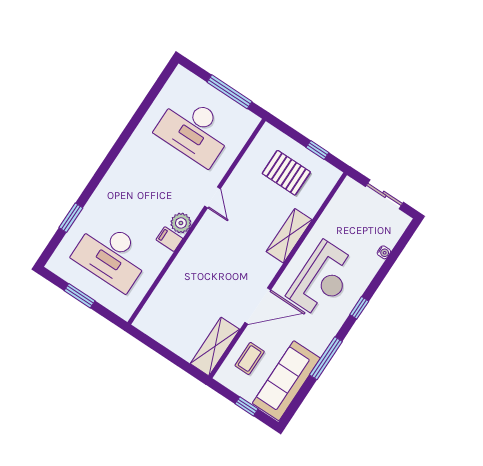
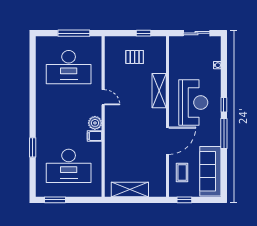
pallet: (286, 173) -> (135, 57), width x0.67, depth x0.71
window: (71, 218) -> (33, 147), moved
window: (80, 296) -> (55, 200), moved
shelving: (215, 346) -> (130, 190), moved, turned 90
window: (326, 358) -> (224, 134), moved
window: (247, 406) -> (184, 200), moved

